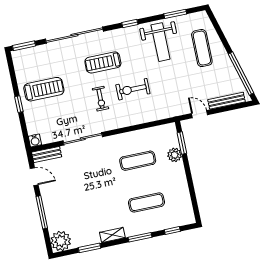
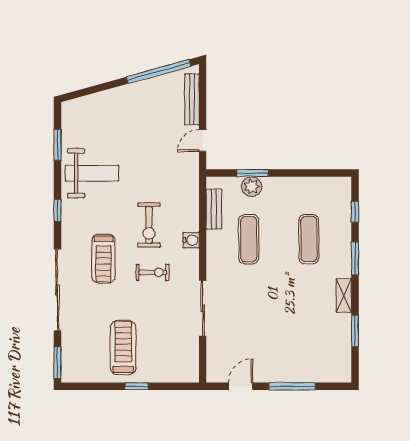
exercise mat: (202, 48) -> (112, 118), removed
water cooler: (35, 140) -> (191, 240), moved
window: (182, 143) -> (253, 173), moved
bench: (47, 155) -> (214, 209), moved
plant: (61, 241) -> (337, 368), removed

